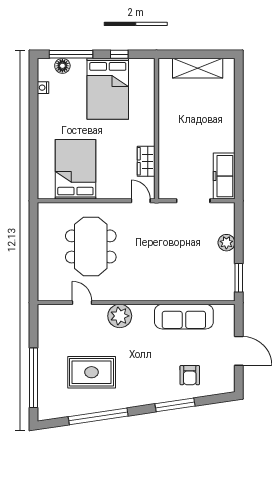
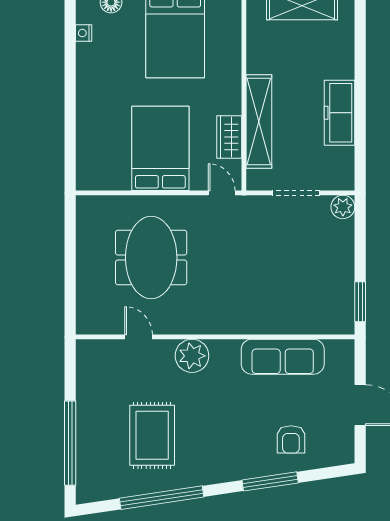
shelving: (167, 150) -> (259, 121), added
bed: (75, 169) -> (160, 148), moved
freezer: (224, 176) -> (339, 113), moved
plant: (226, 243) -> (343, 207), moved
rug: (92, 372) -> (152, 435), turned 90

